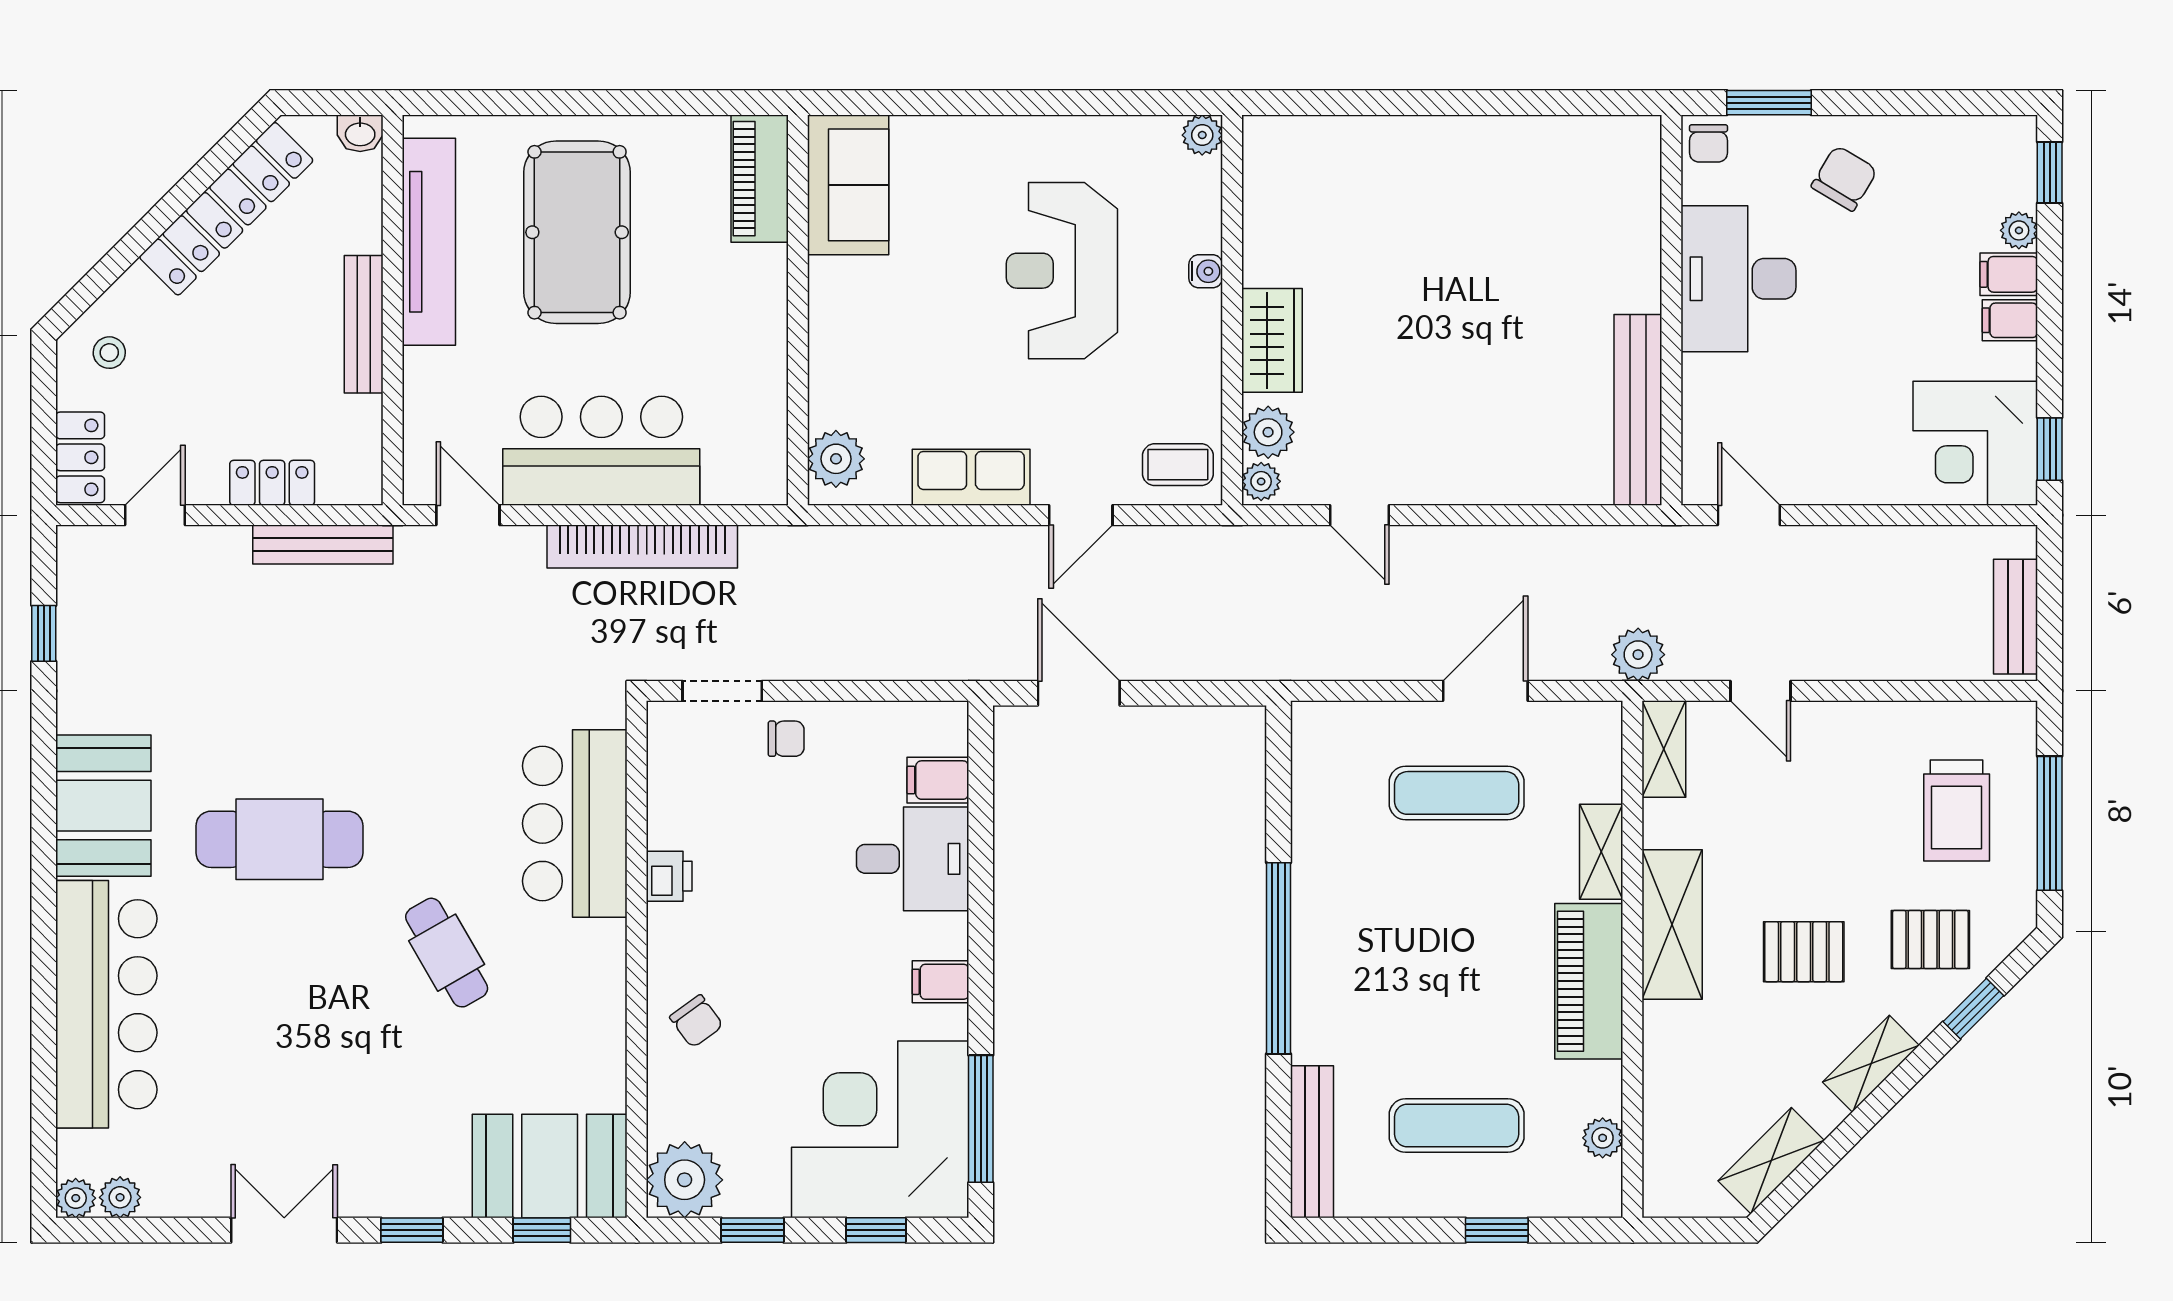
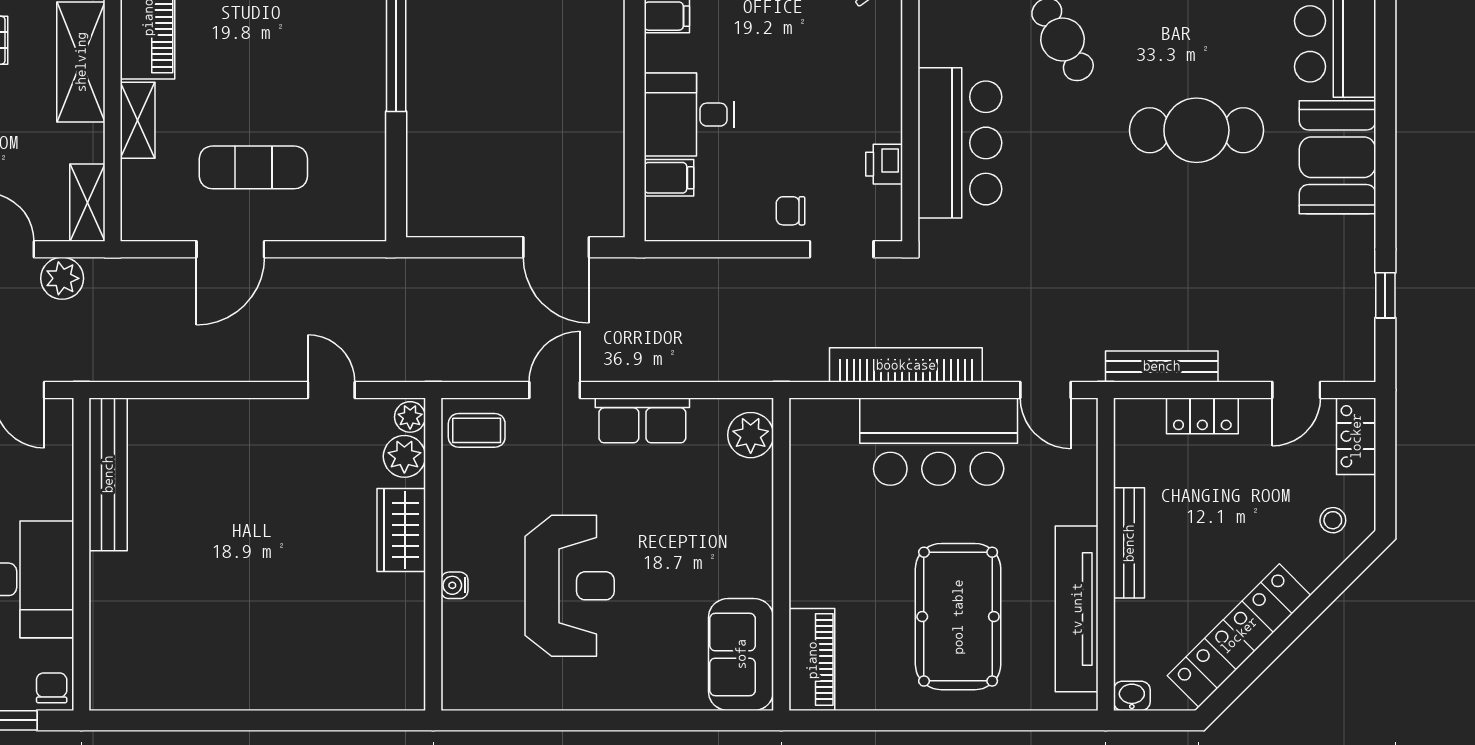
plant: (1202, 135) -> (457, 694), removed
plant: (1638, 655) -> (62, 278), moved
printer: (669, 876) -> (884, 164), moved

